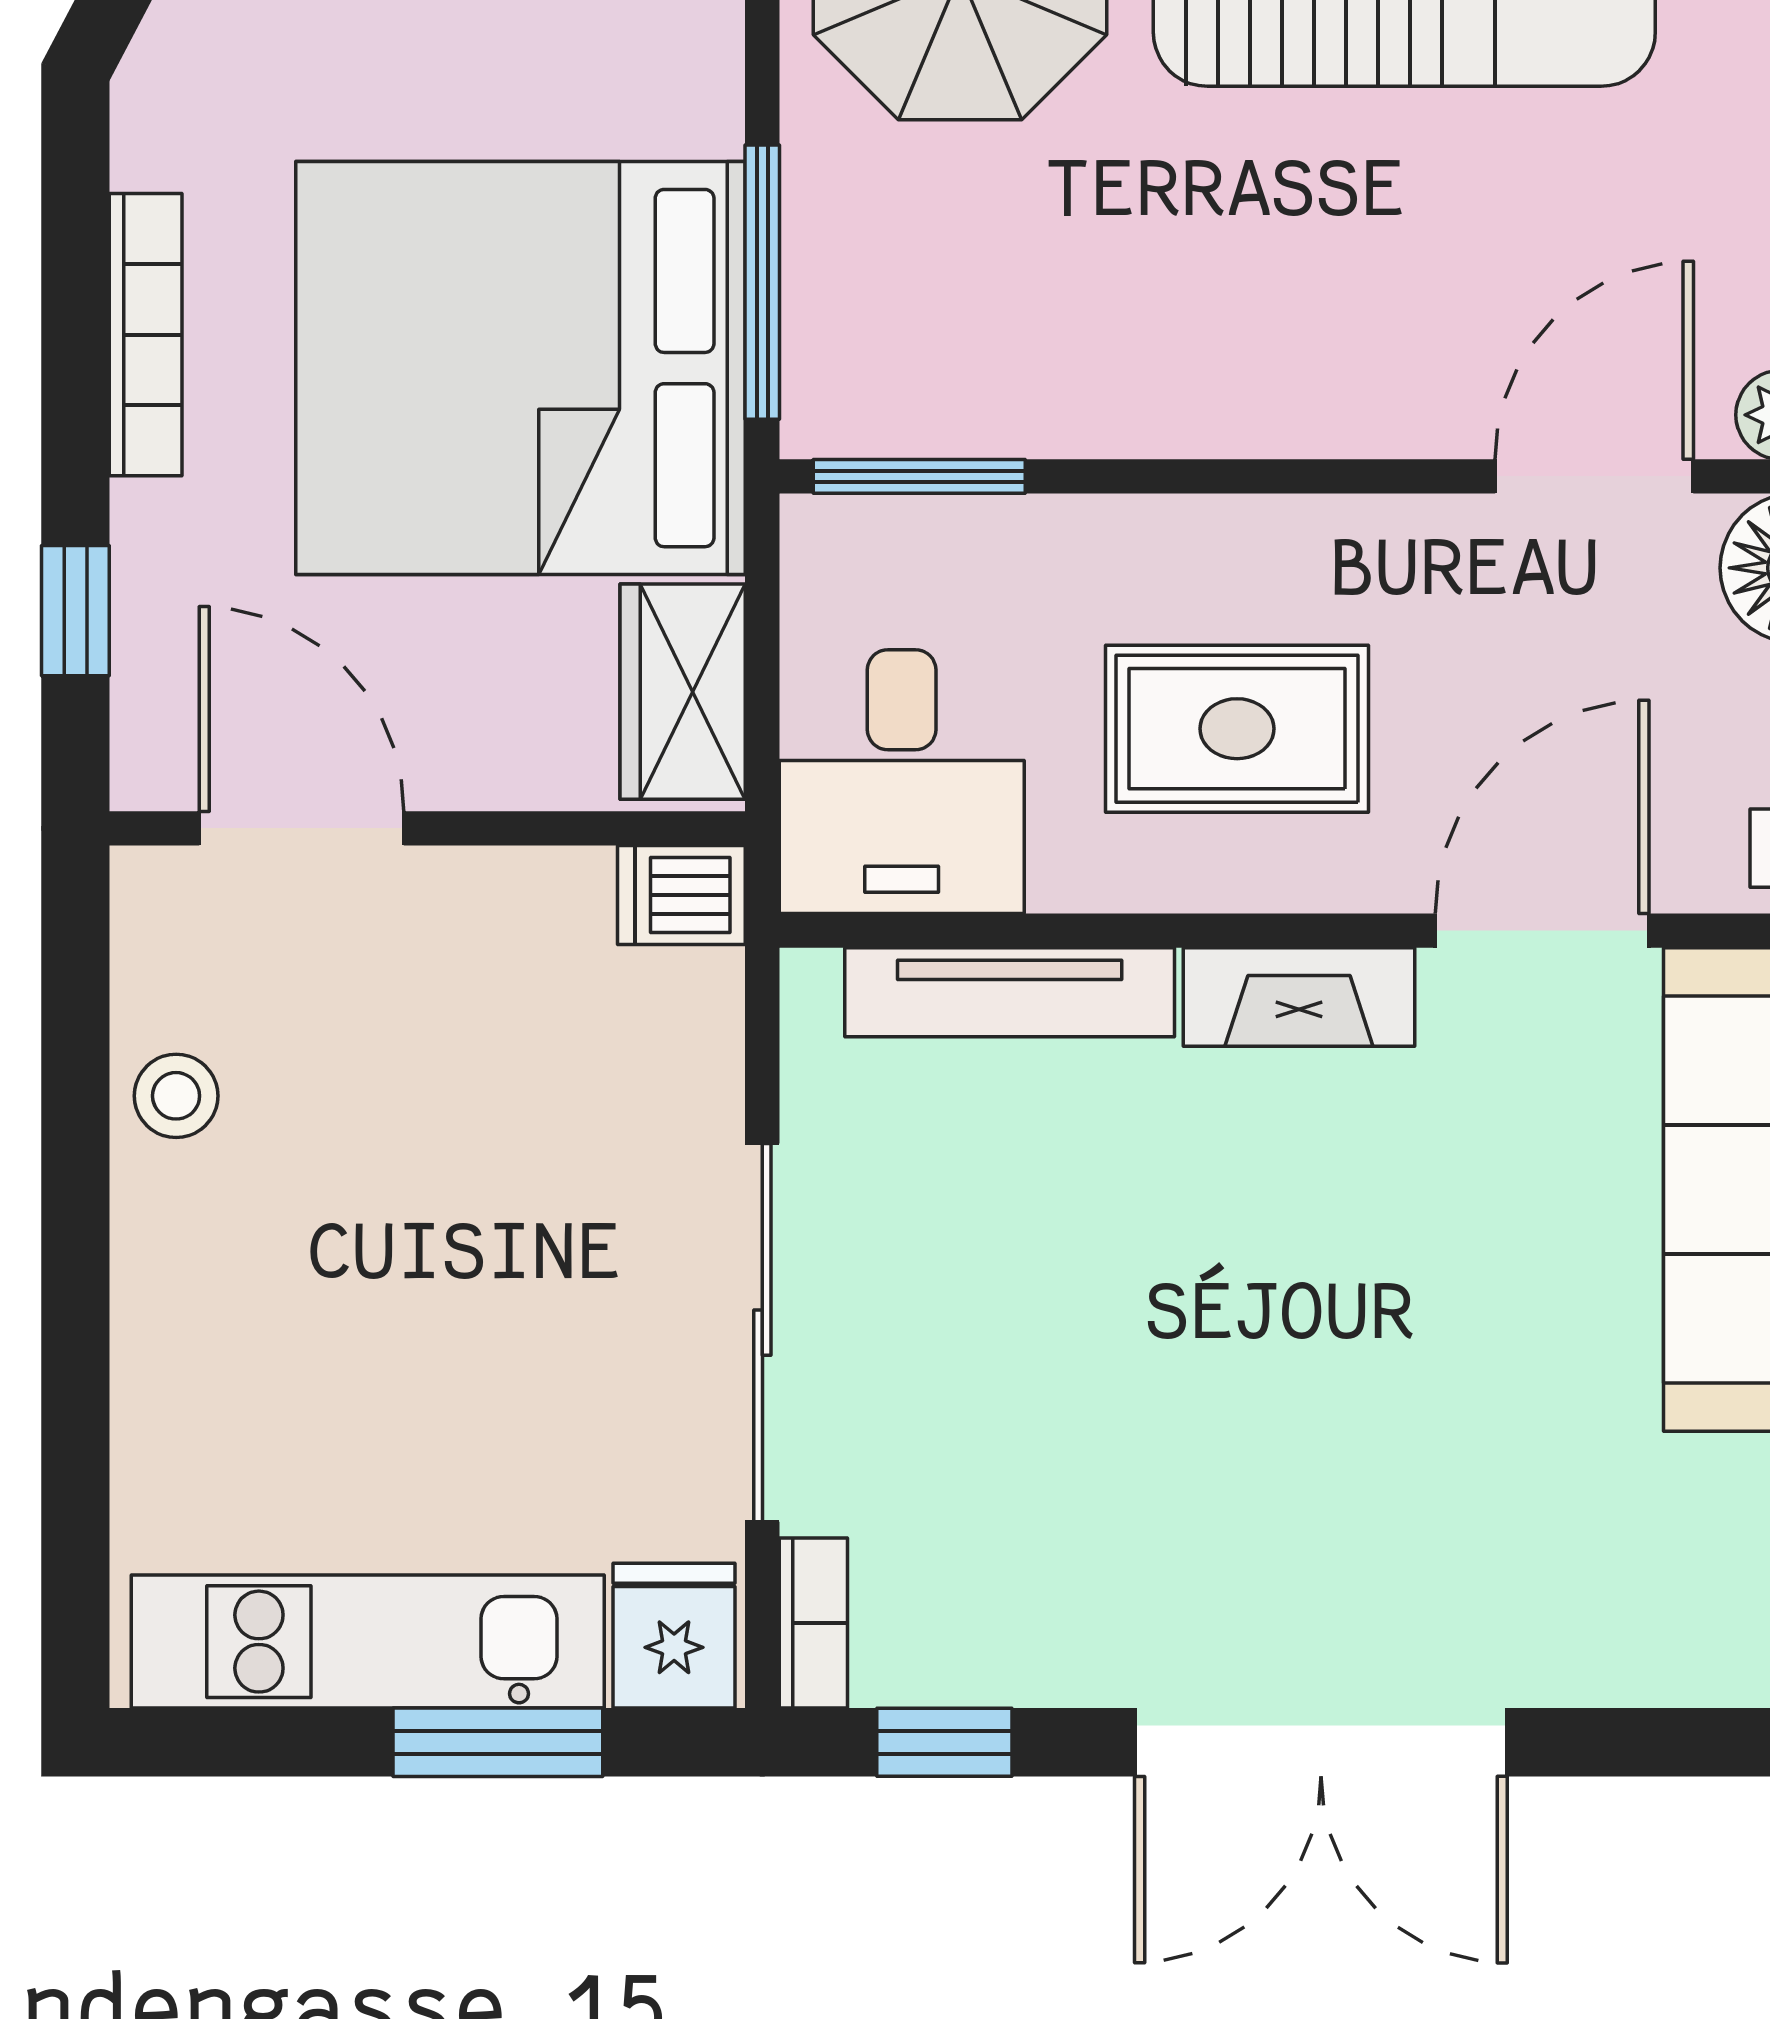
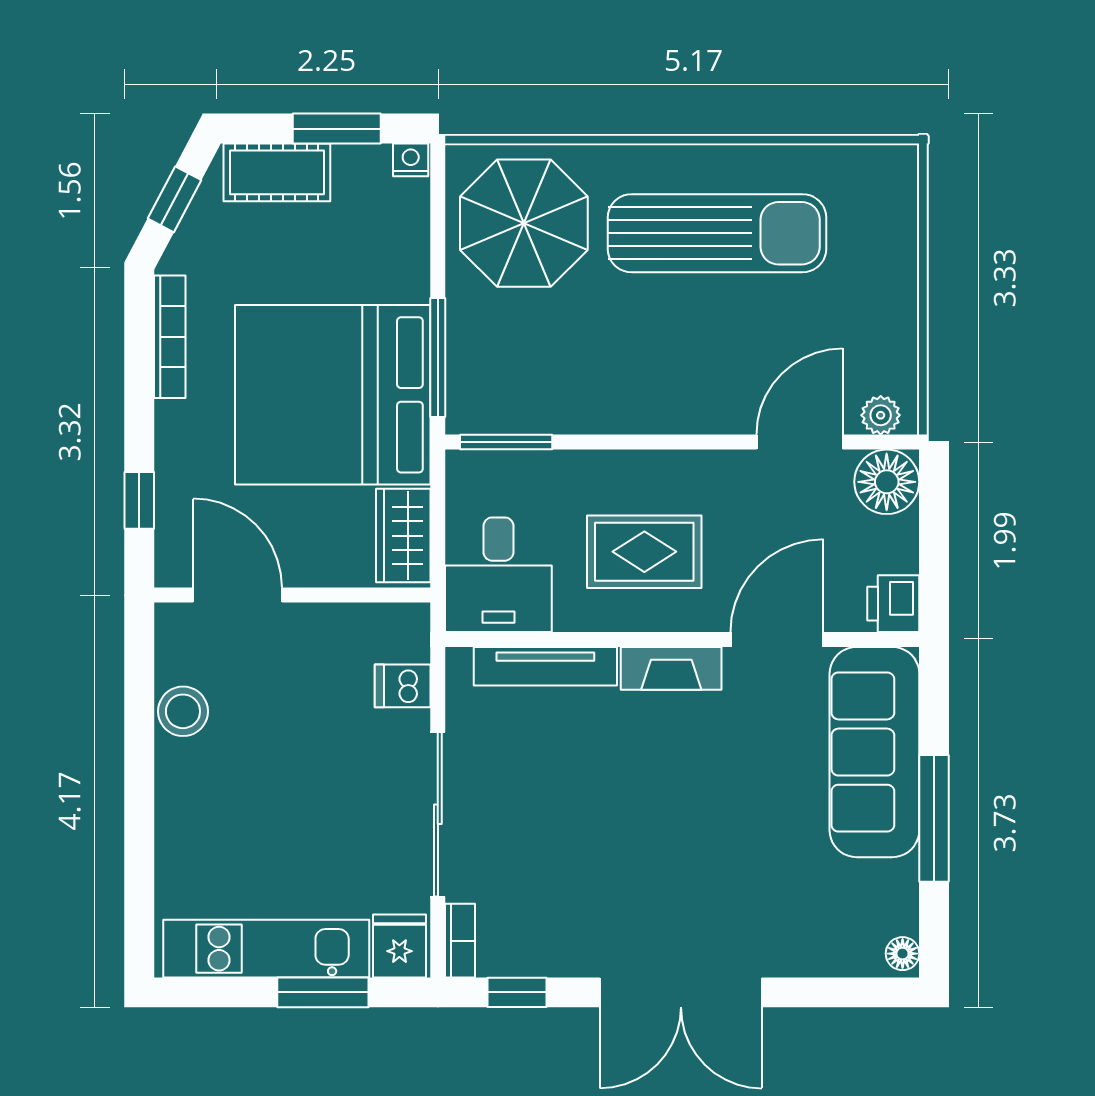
bookcase: (146, 335) -> (170, 337), moved
dishwasher: (681, 895) -> (403, 686), moved
stool: (176, 1096) -> (183, 711), width x1.37, depth x1.37

